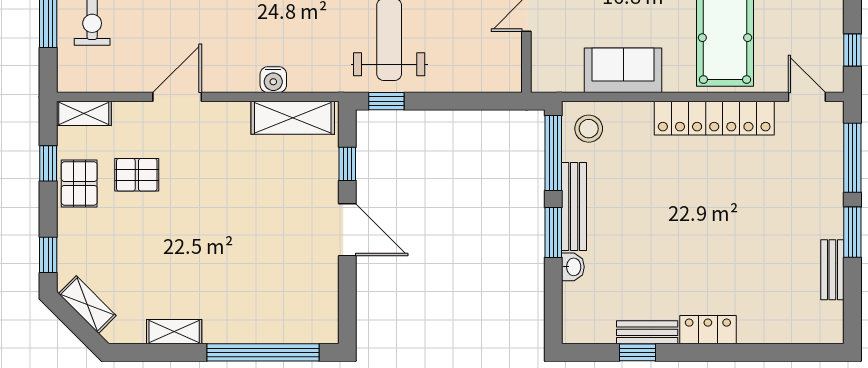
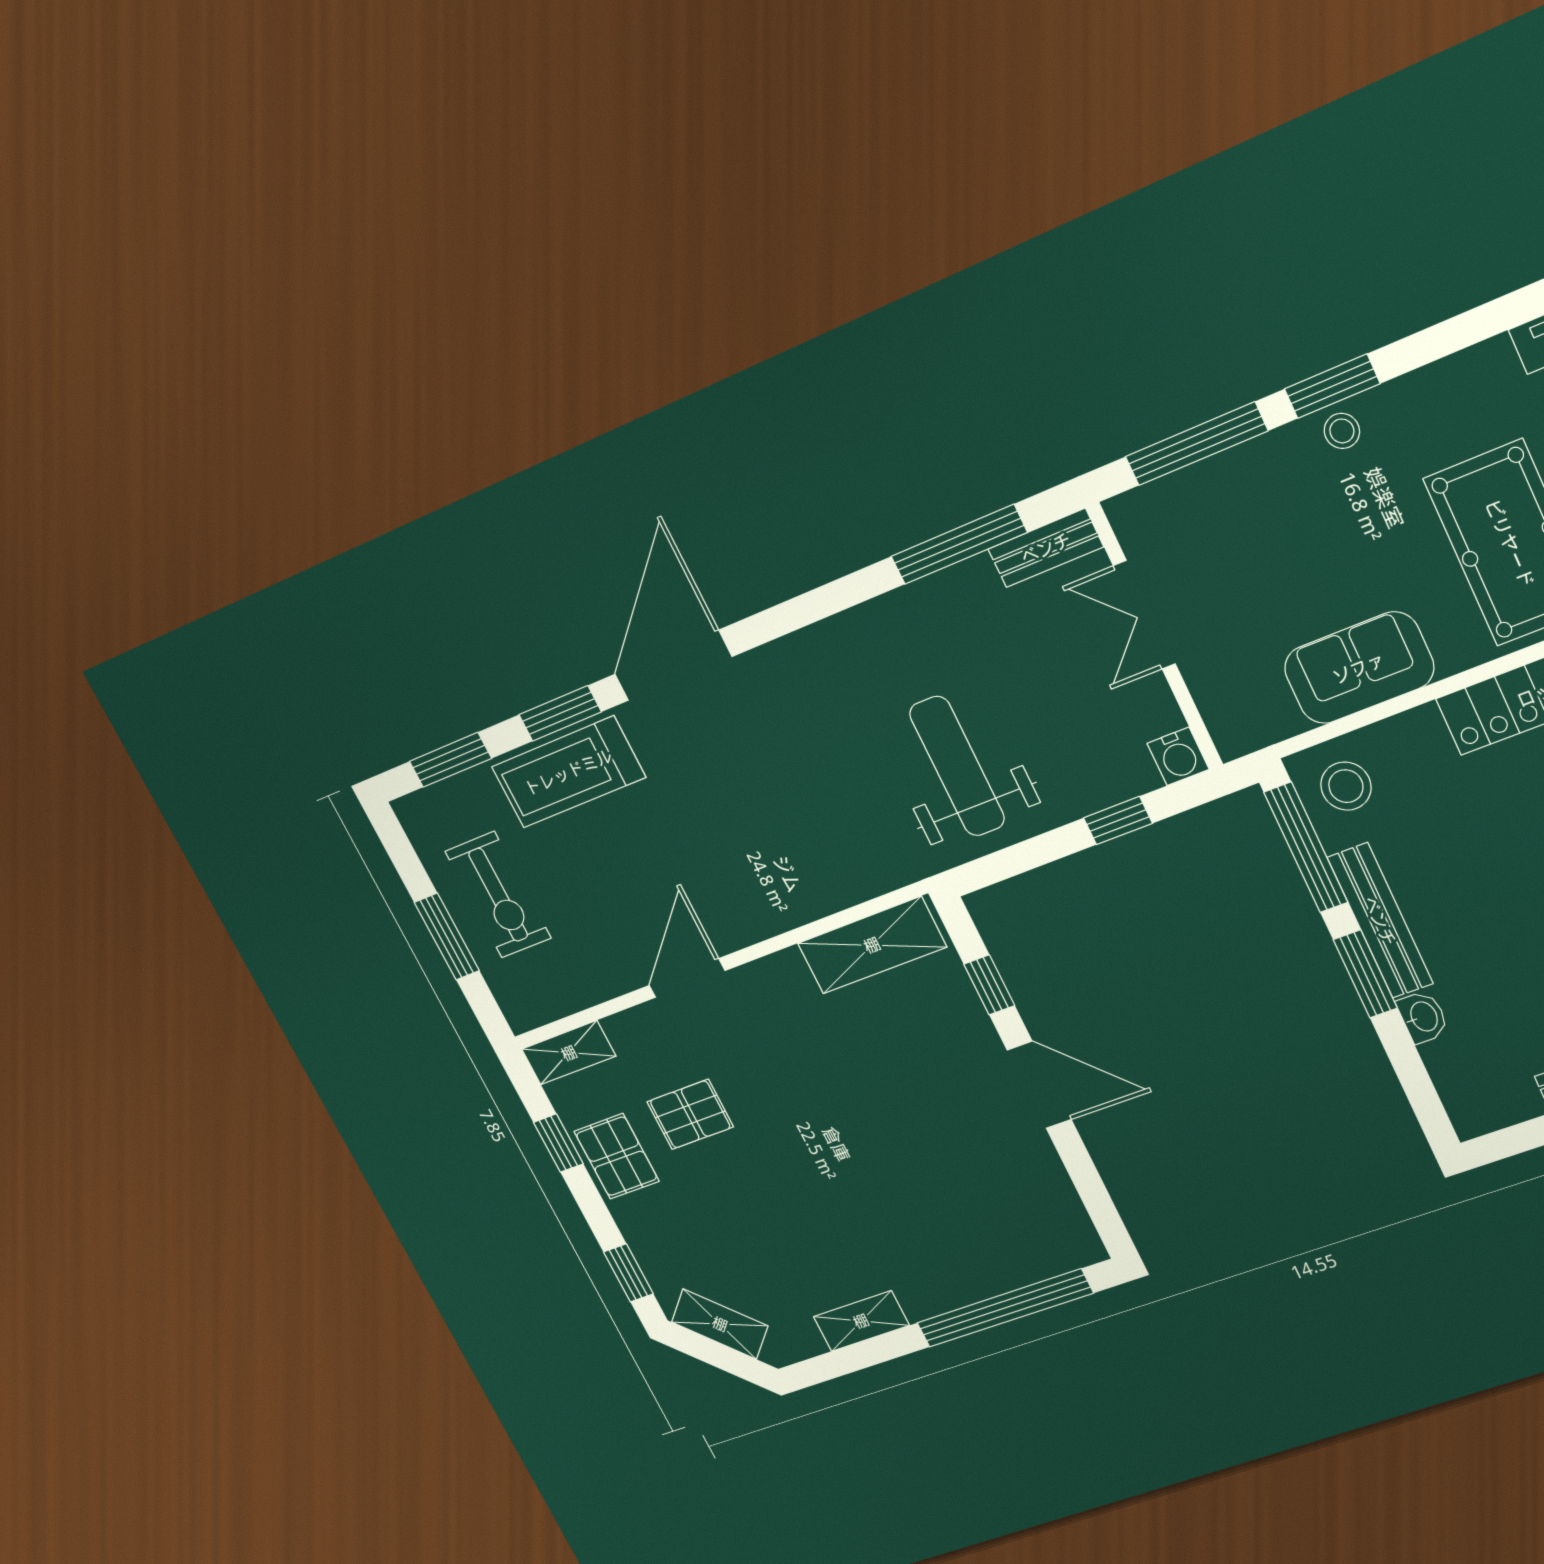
water cooler: (273, 80) -> (1178, 756), moved
window: (386, 101) -> (1118, 821), moved

